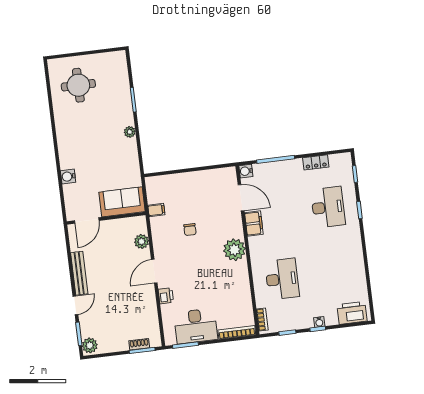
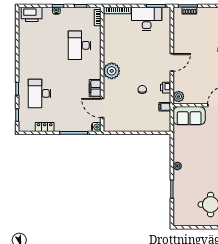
plant: (142, 241) -> (179, 96), moved
printer: (166, 296) -> (166, 88), moved

